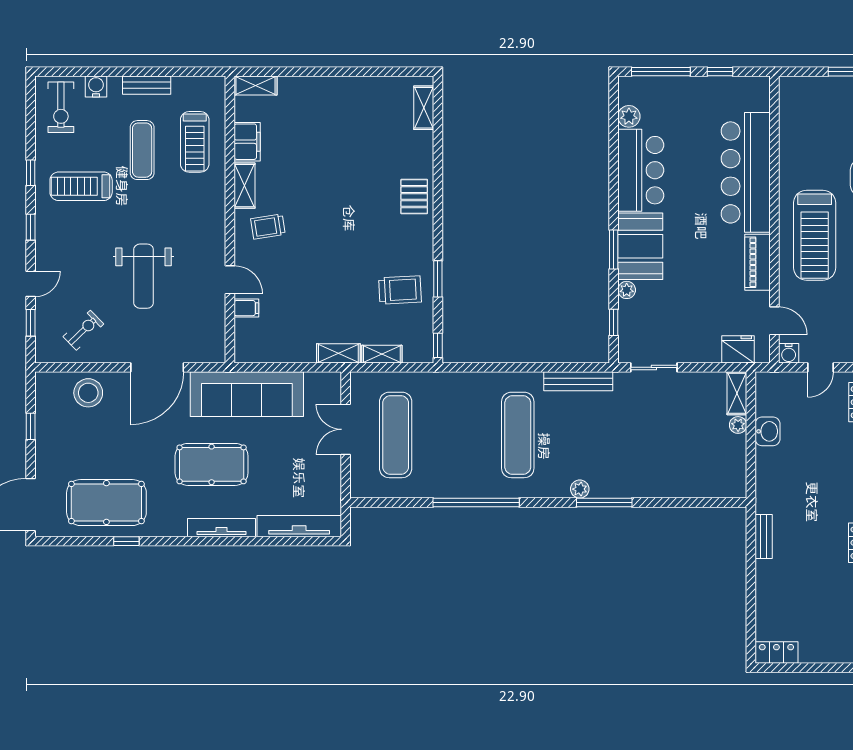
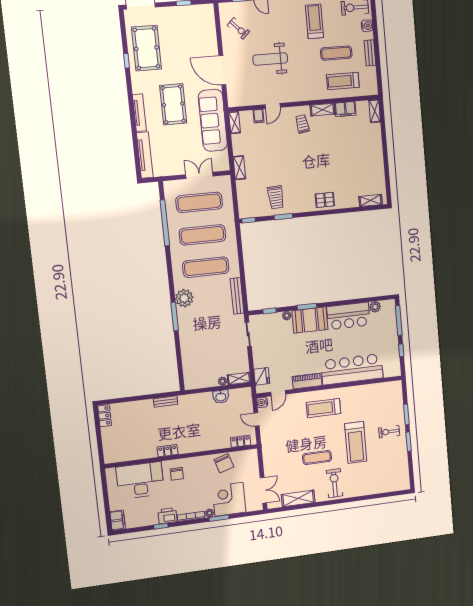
treadmill: (815, 235) -> (323, 408), width x0.73, depth x0.73
shelving: (382, 354) -> (235, 123), moved
stool: (88, 393) -> (205, 34), removed
exercise mat: (457, 435) -> (202, 235), added
plant: (580, 489) -> (184, 298), width x1.88, depth x1.88
window: (476, 503) -> (165, 223), moved

